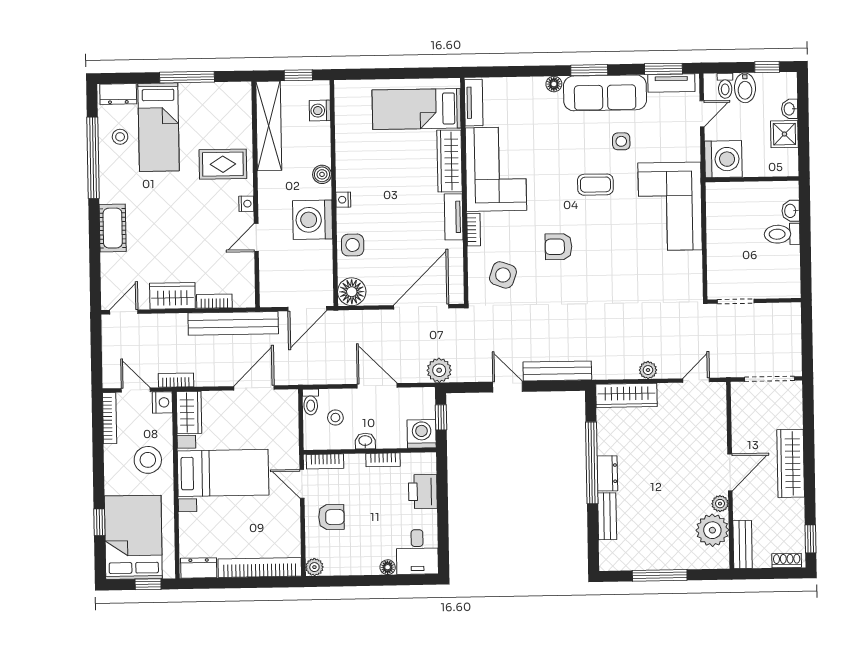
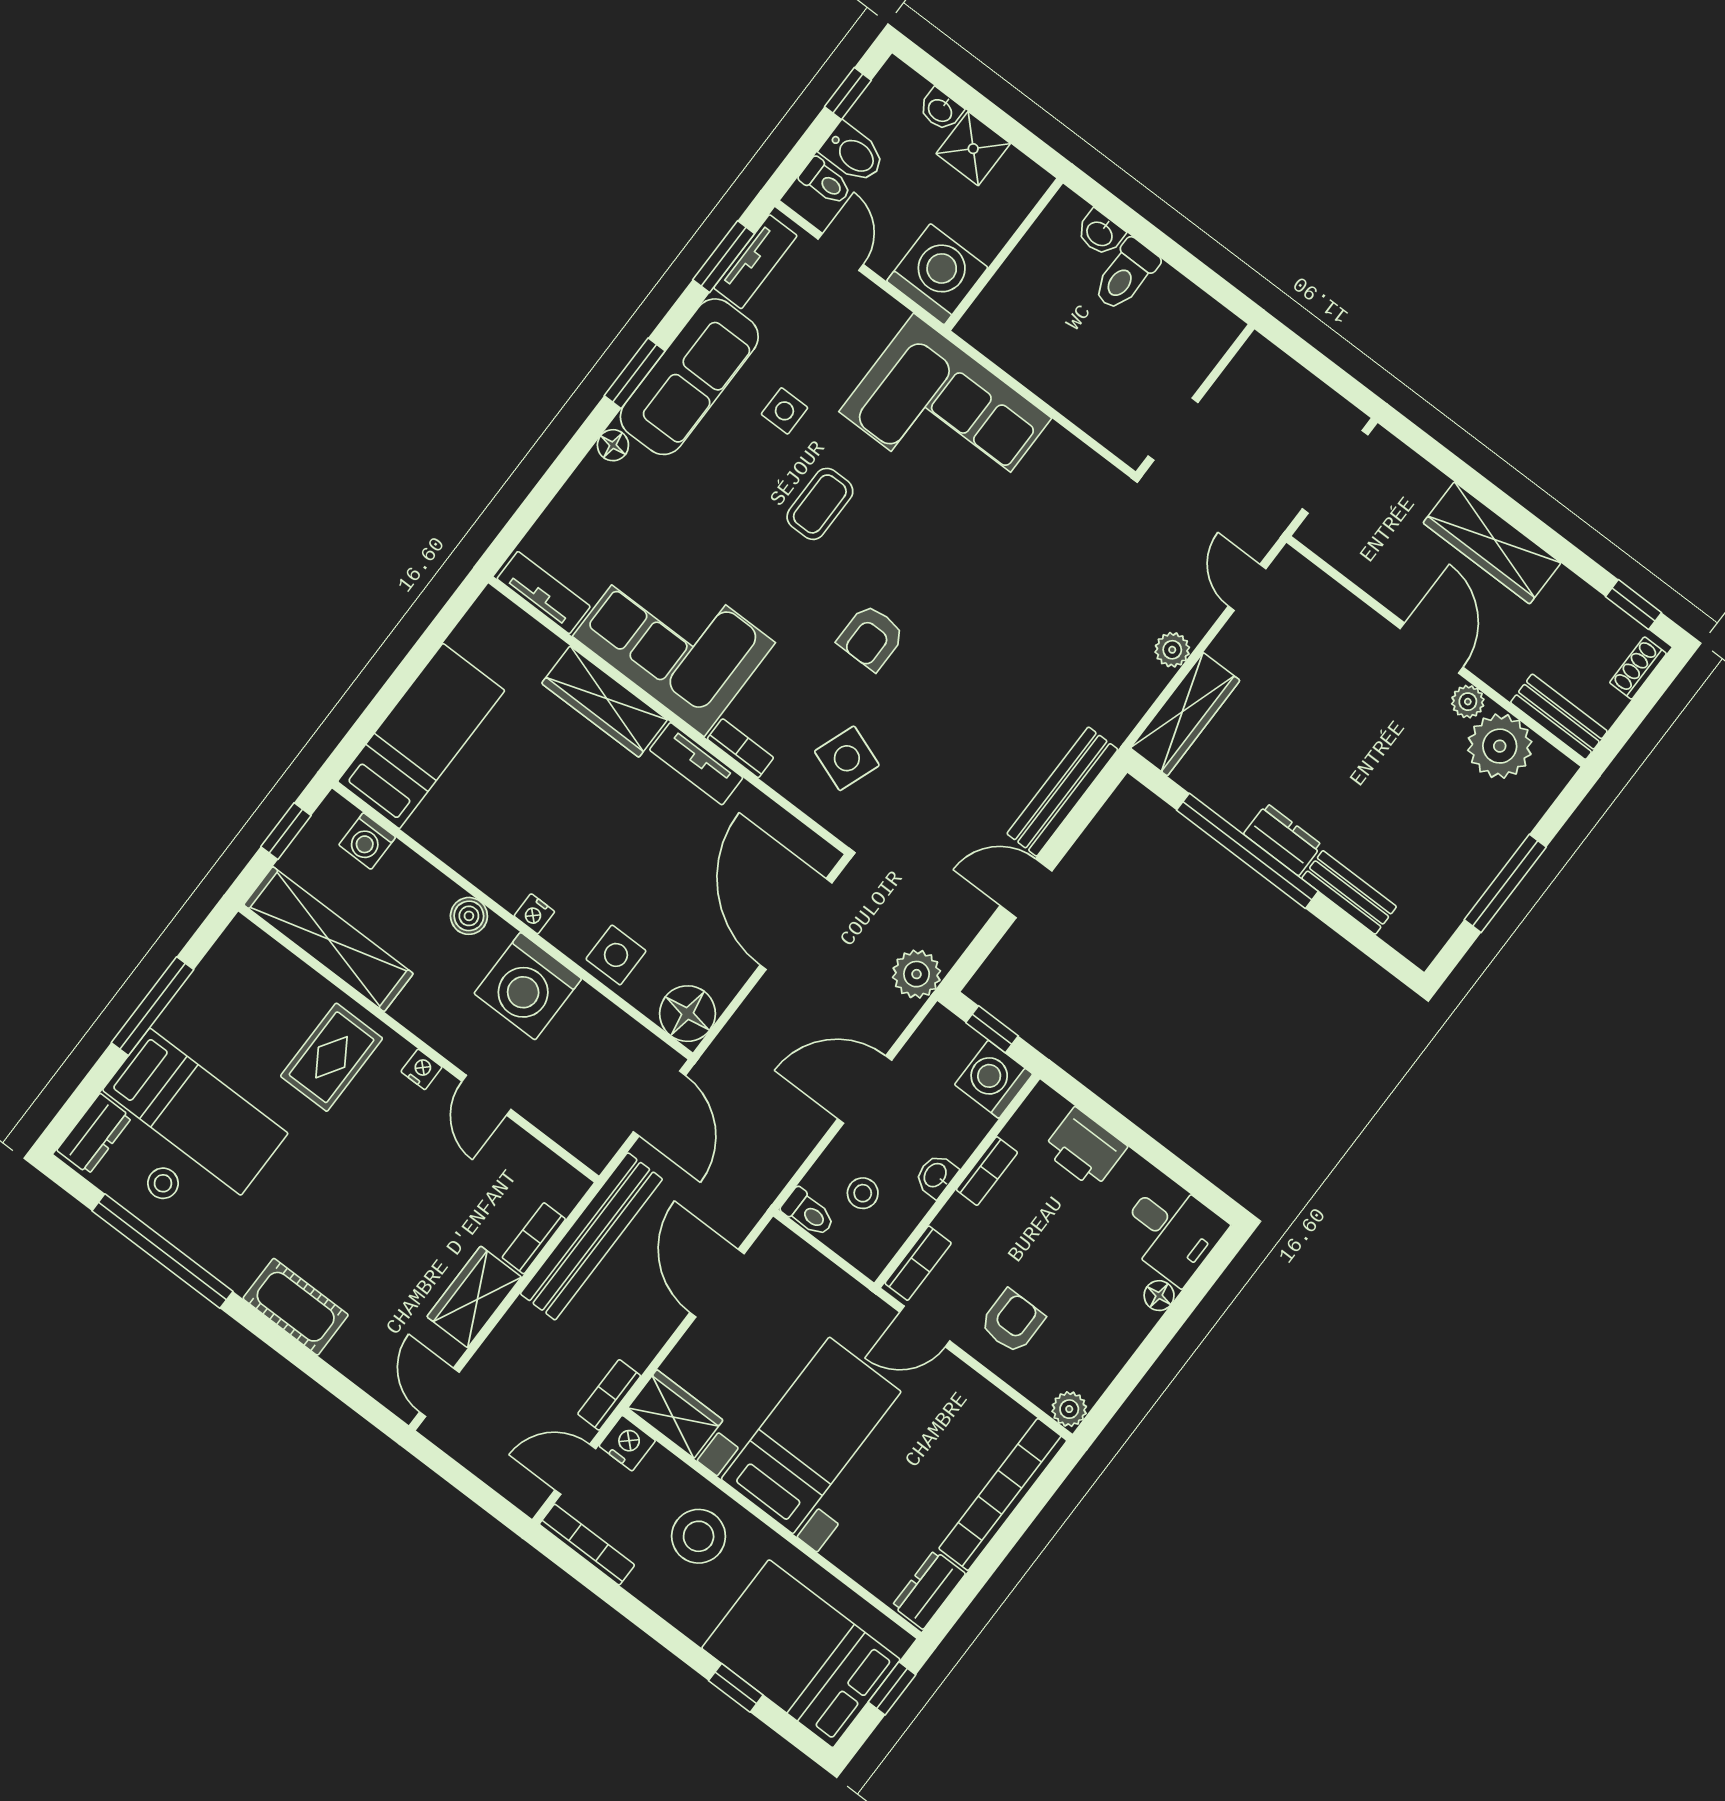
bed: (417, 109) -> (421, 736), moved, turned 180

